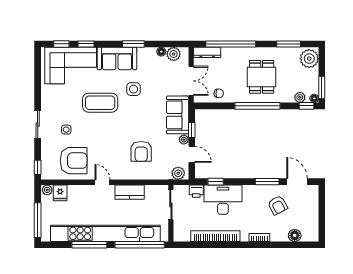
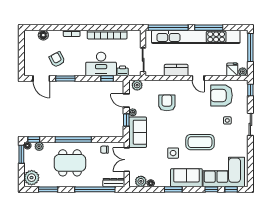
dining table: (262, 77) -> (70, 163), width x1.38

